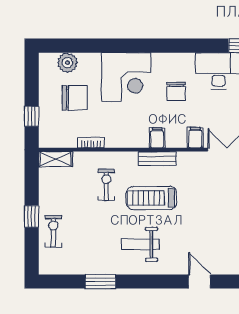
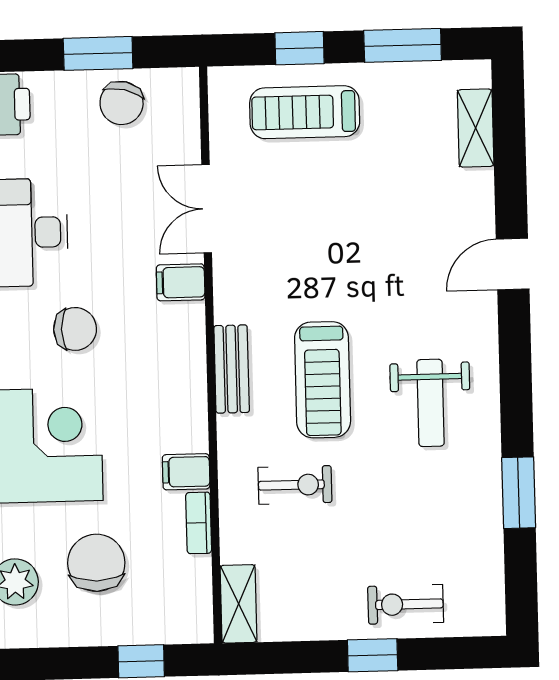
filing cabinet: (157, 138) -> (186, 472), moved
exercise bike: (106, 185) -> (295, 485), turned 180

